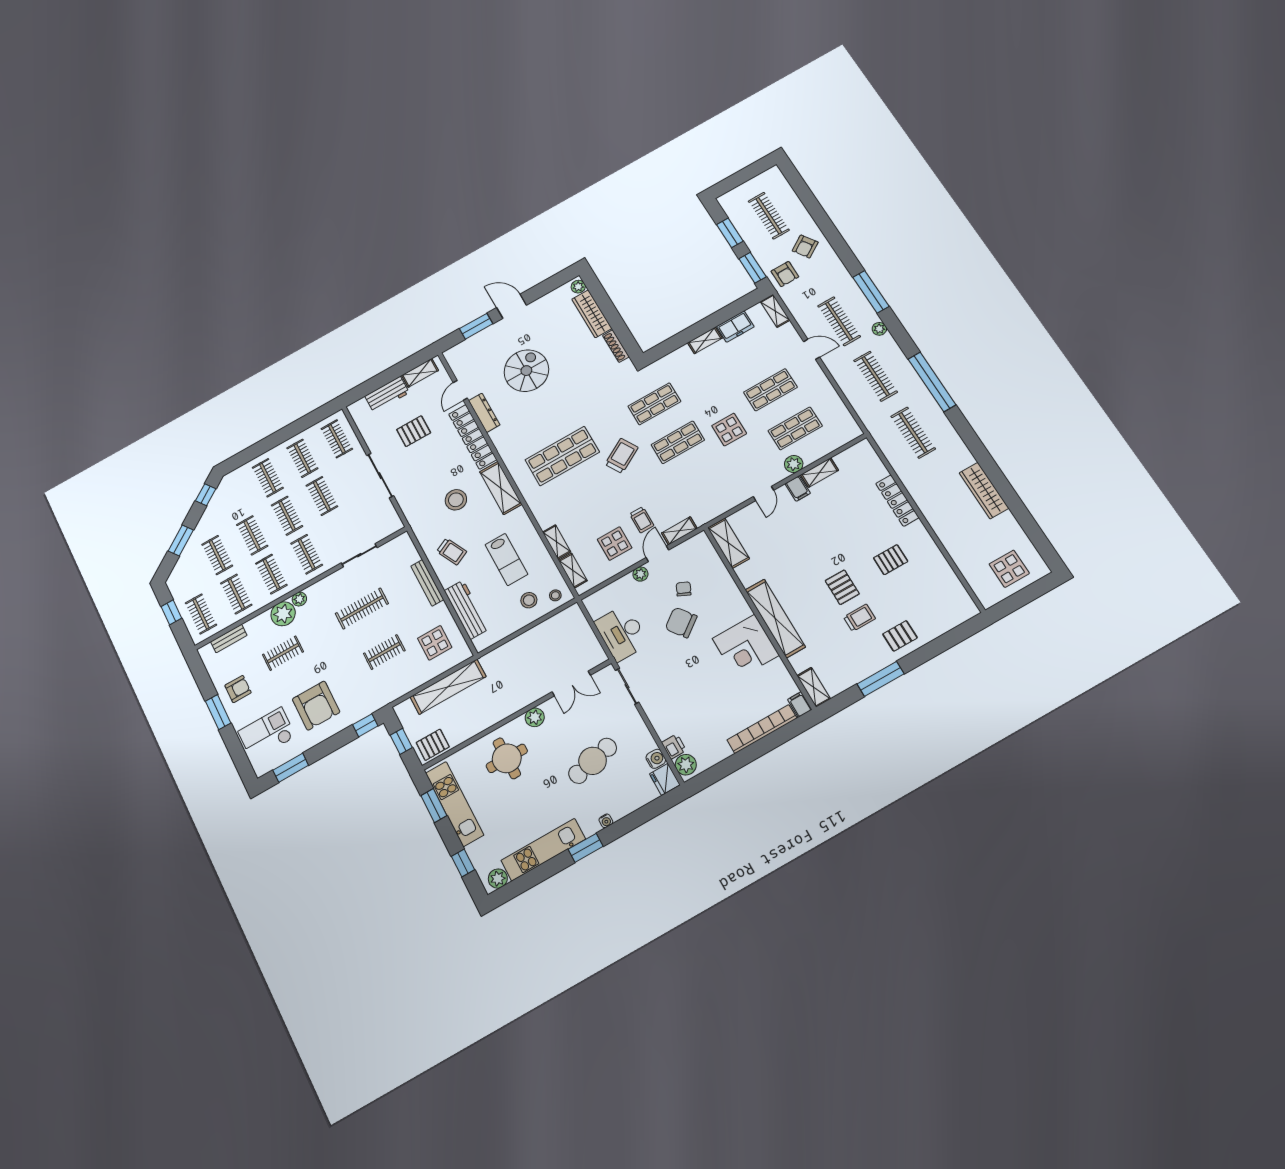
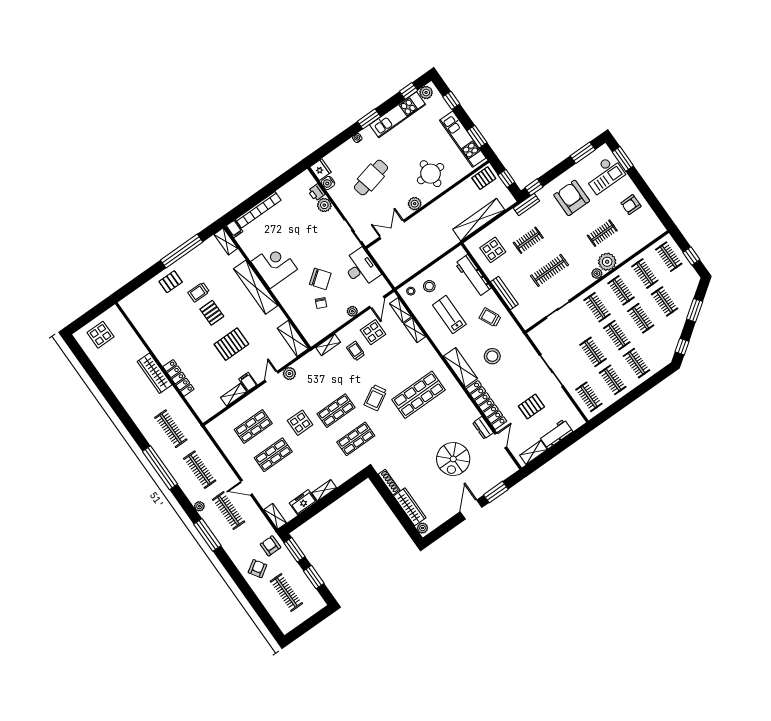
door: (511, 306) -> (471, 510), swing flipped
dresser: (484, 413) -> (483, 428), width x0.70
plant: (794, 464) -> (289, 374), moved
wardrobe: (984, 491) -> (155, 373), moved, turned 180
door: (657, 554) -> (377, 302), moved
pallet: (891, 560) -> (231, 344), moved, width x1.50, depth x1.42
bench: (229, 638) -> (526, 205), moved
window: (881, 679) -> (182, 251), width x1.46
window: (218, 712) -> (623, 159), moved
plant: (686, 765) -> (324, 205), moved
window: (523, 884) -> (409, 91), added

